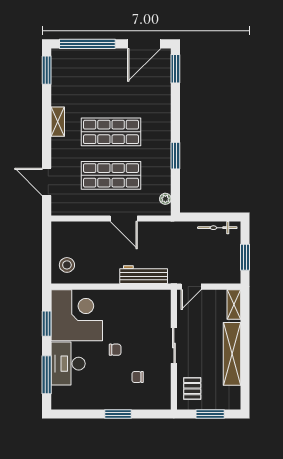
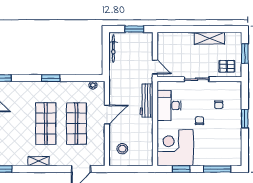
window: (175, 156) -> (51, 78), moved
stool: (67, 265) -> (122, 149), moved
shelving: (234, 305) -> (168, 37), removed
shelving: (232, 354) -> (209, 38), width x0.68
desk: (68, 364) -> (169, 106), moved, turned 90

